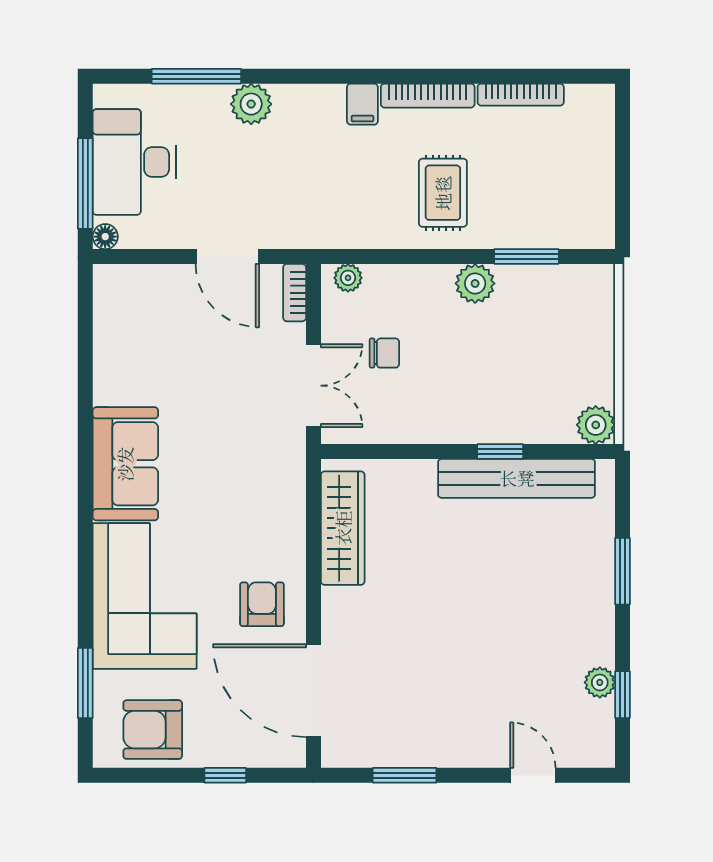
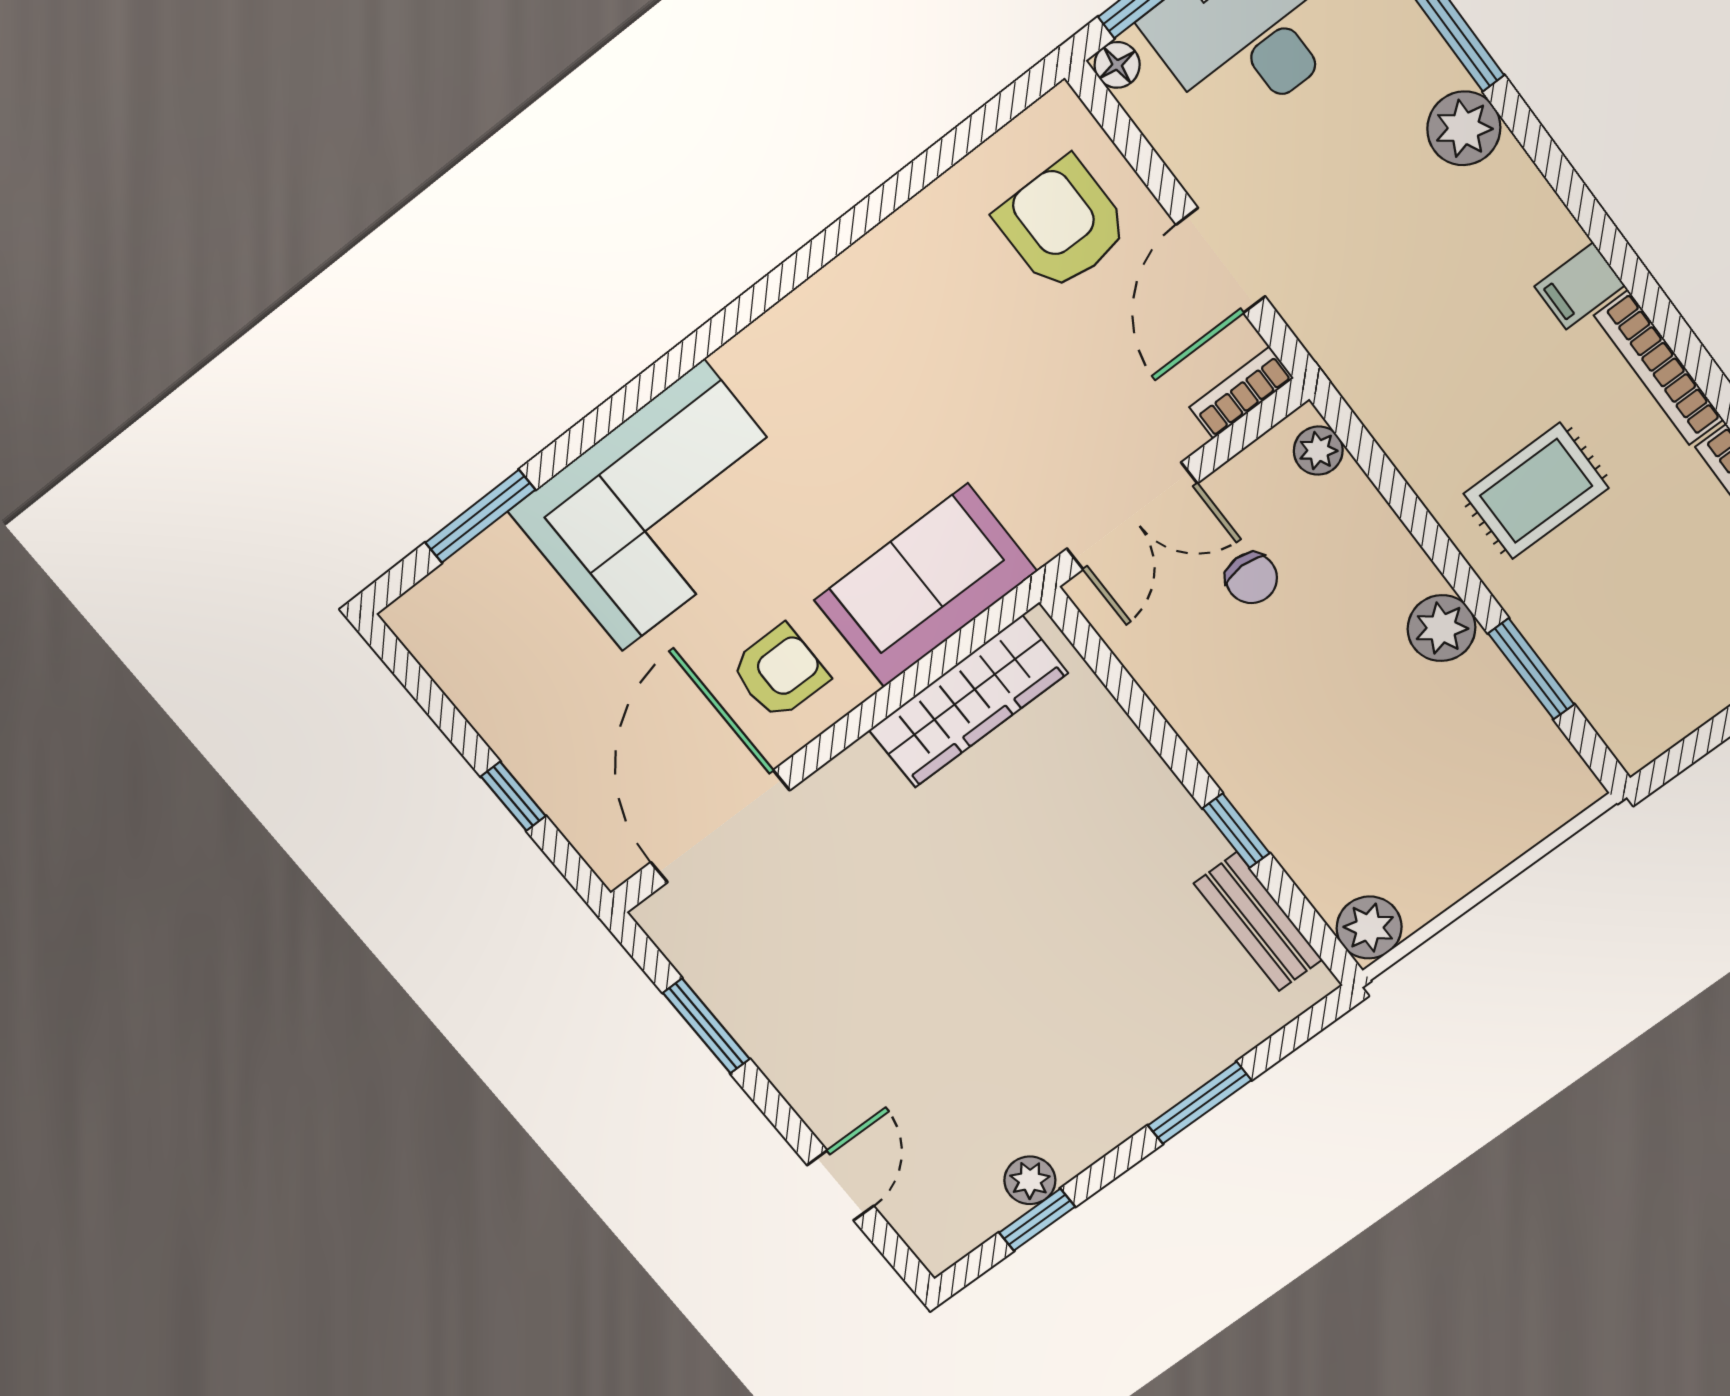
sofa: (125, 464) -> (926, 586), moved, turned 180
bench: (517, 478) -> (1258, 922), width x0.54, depth x0.82
armchair: (153, 730) -> (1062, 224), moved

